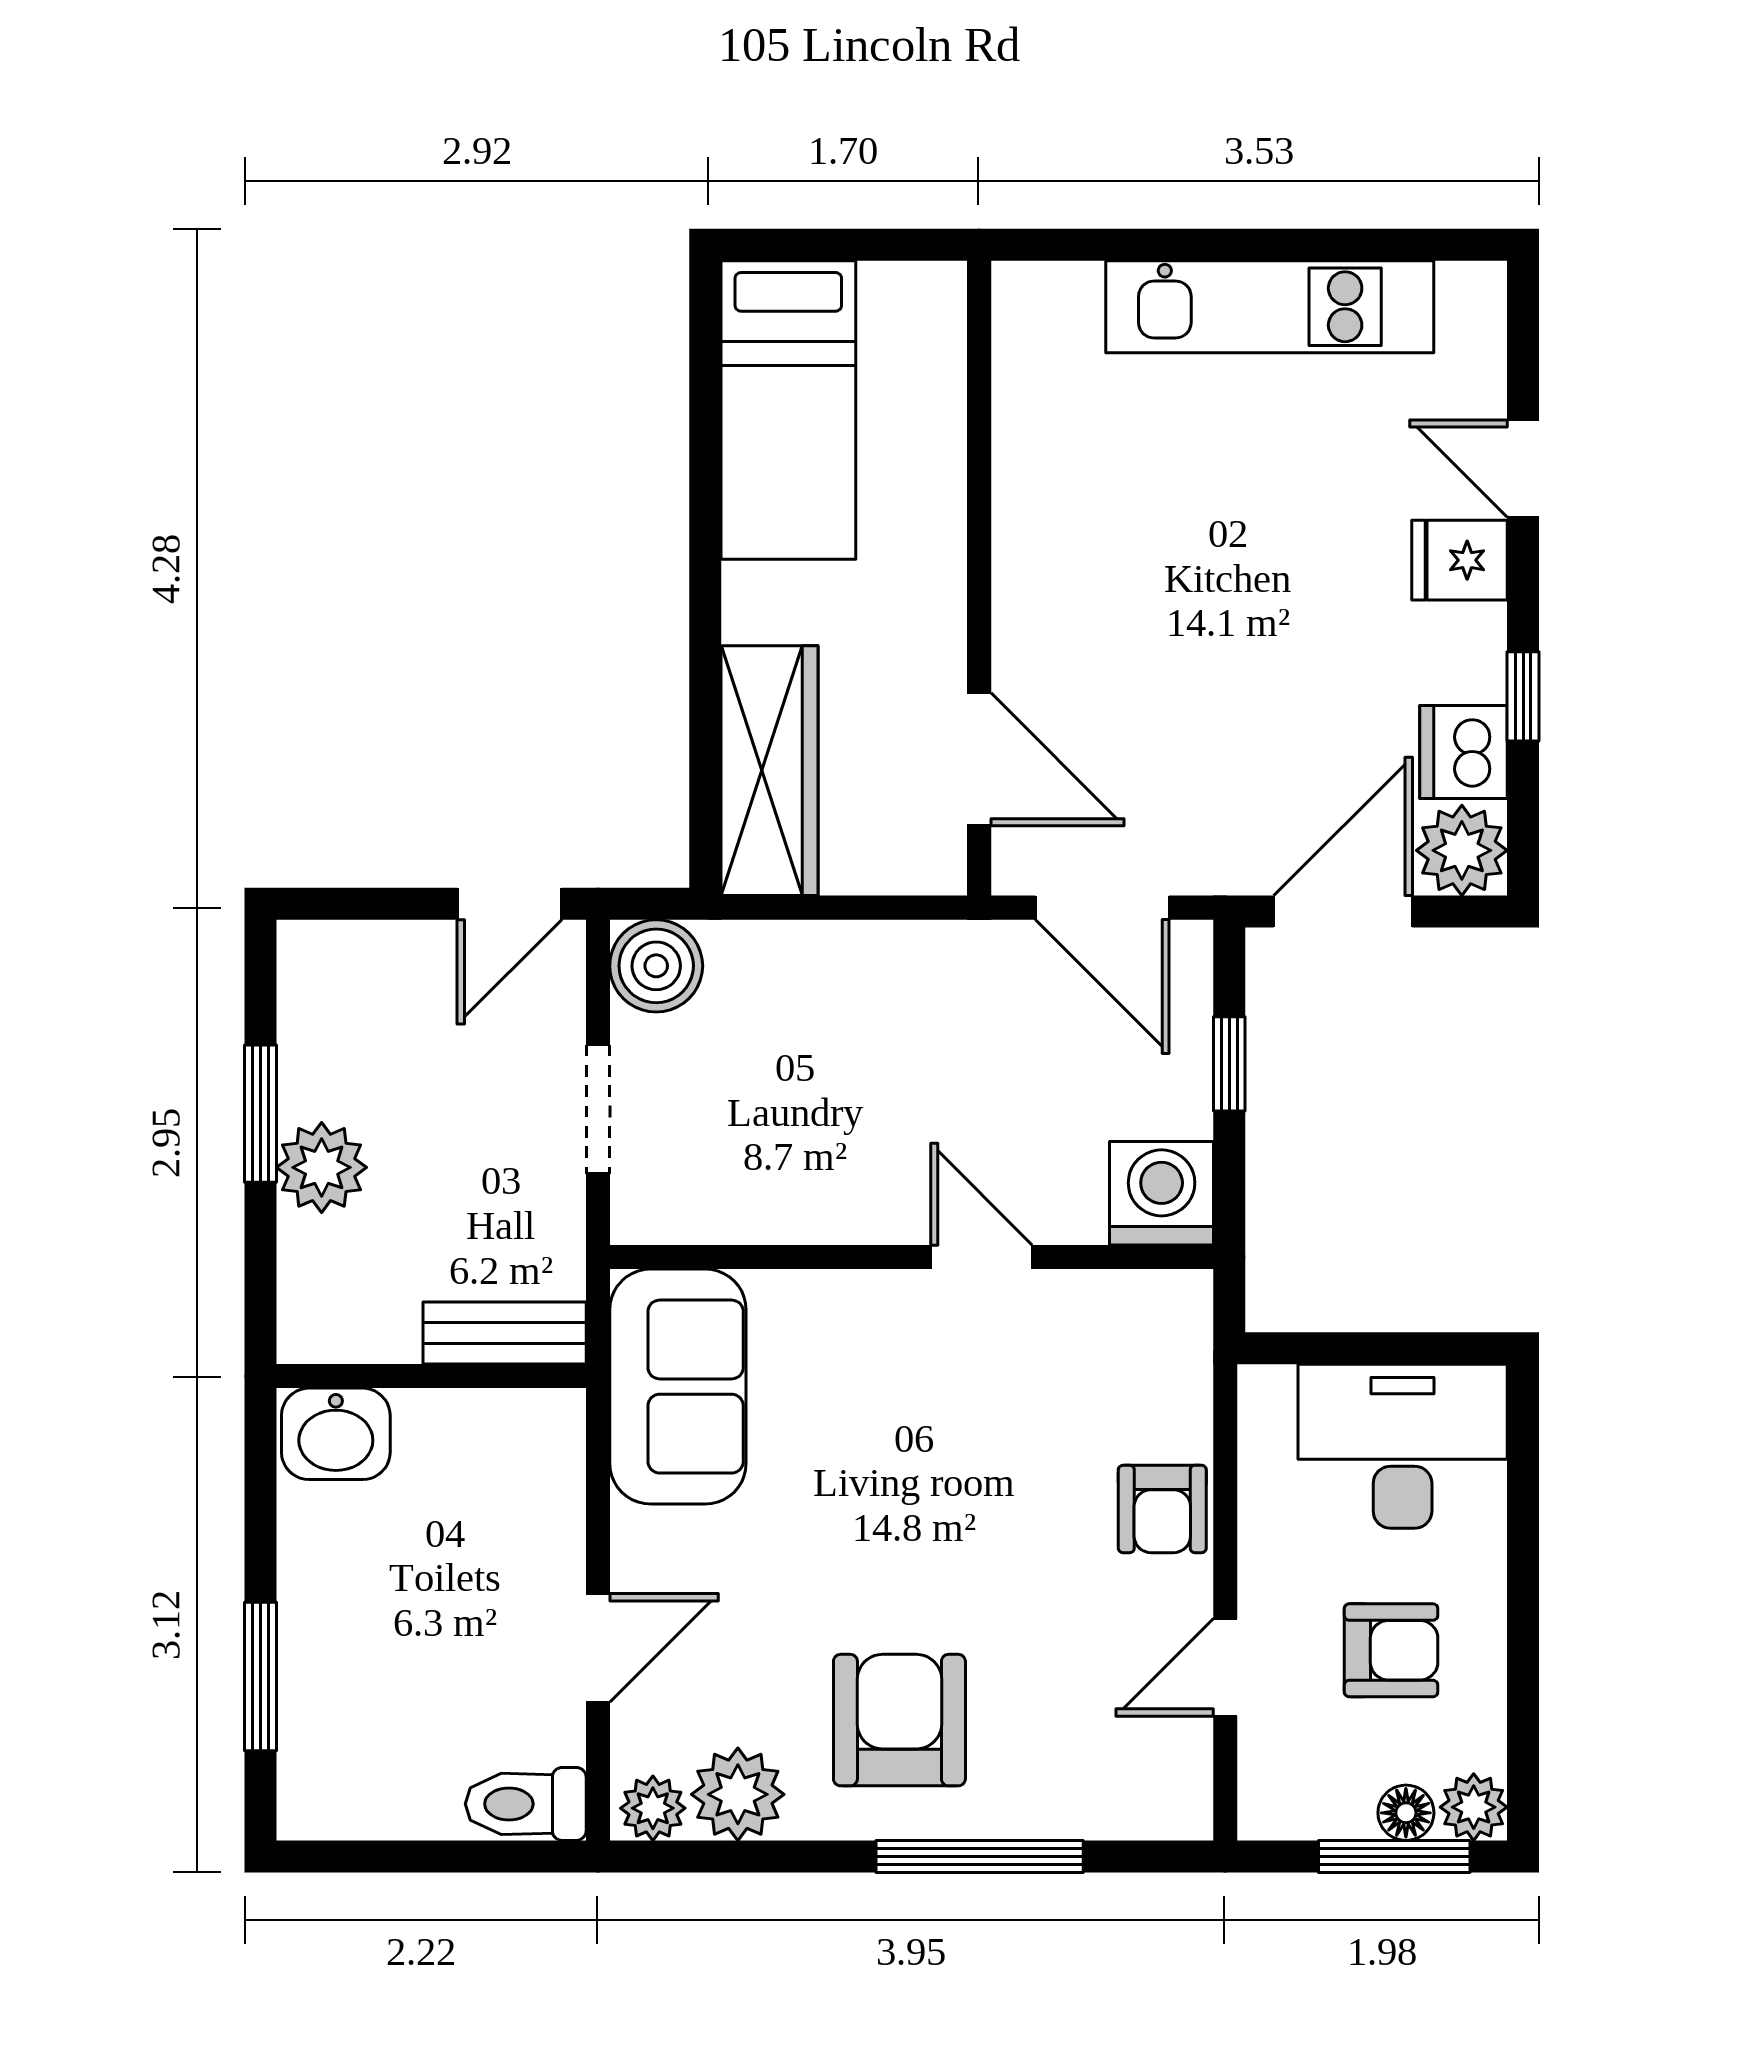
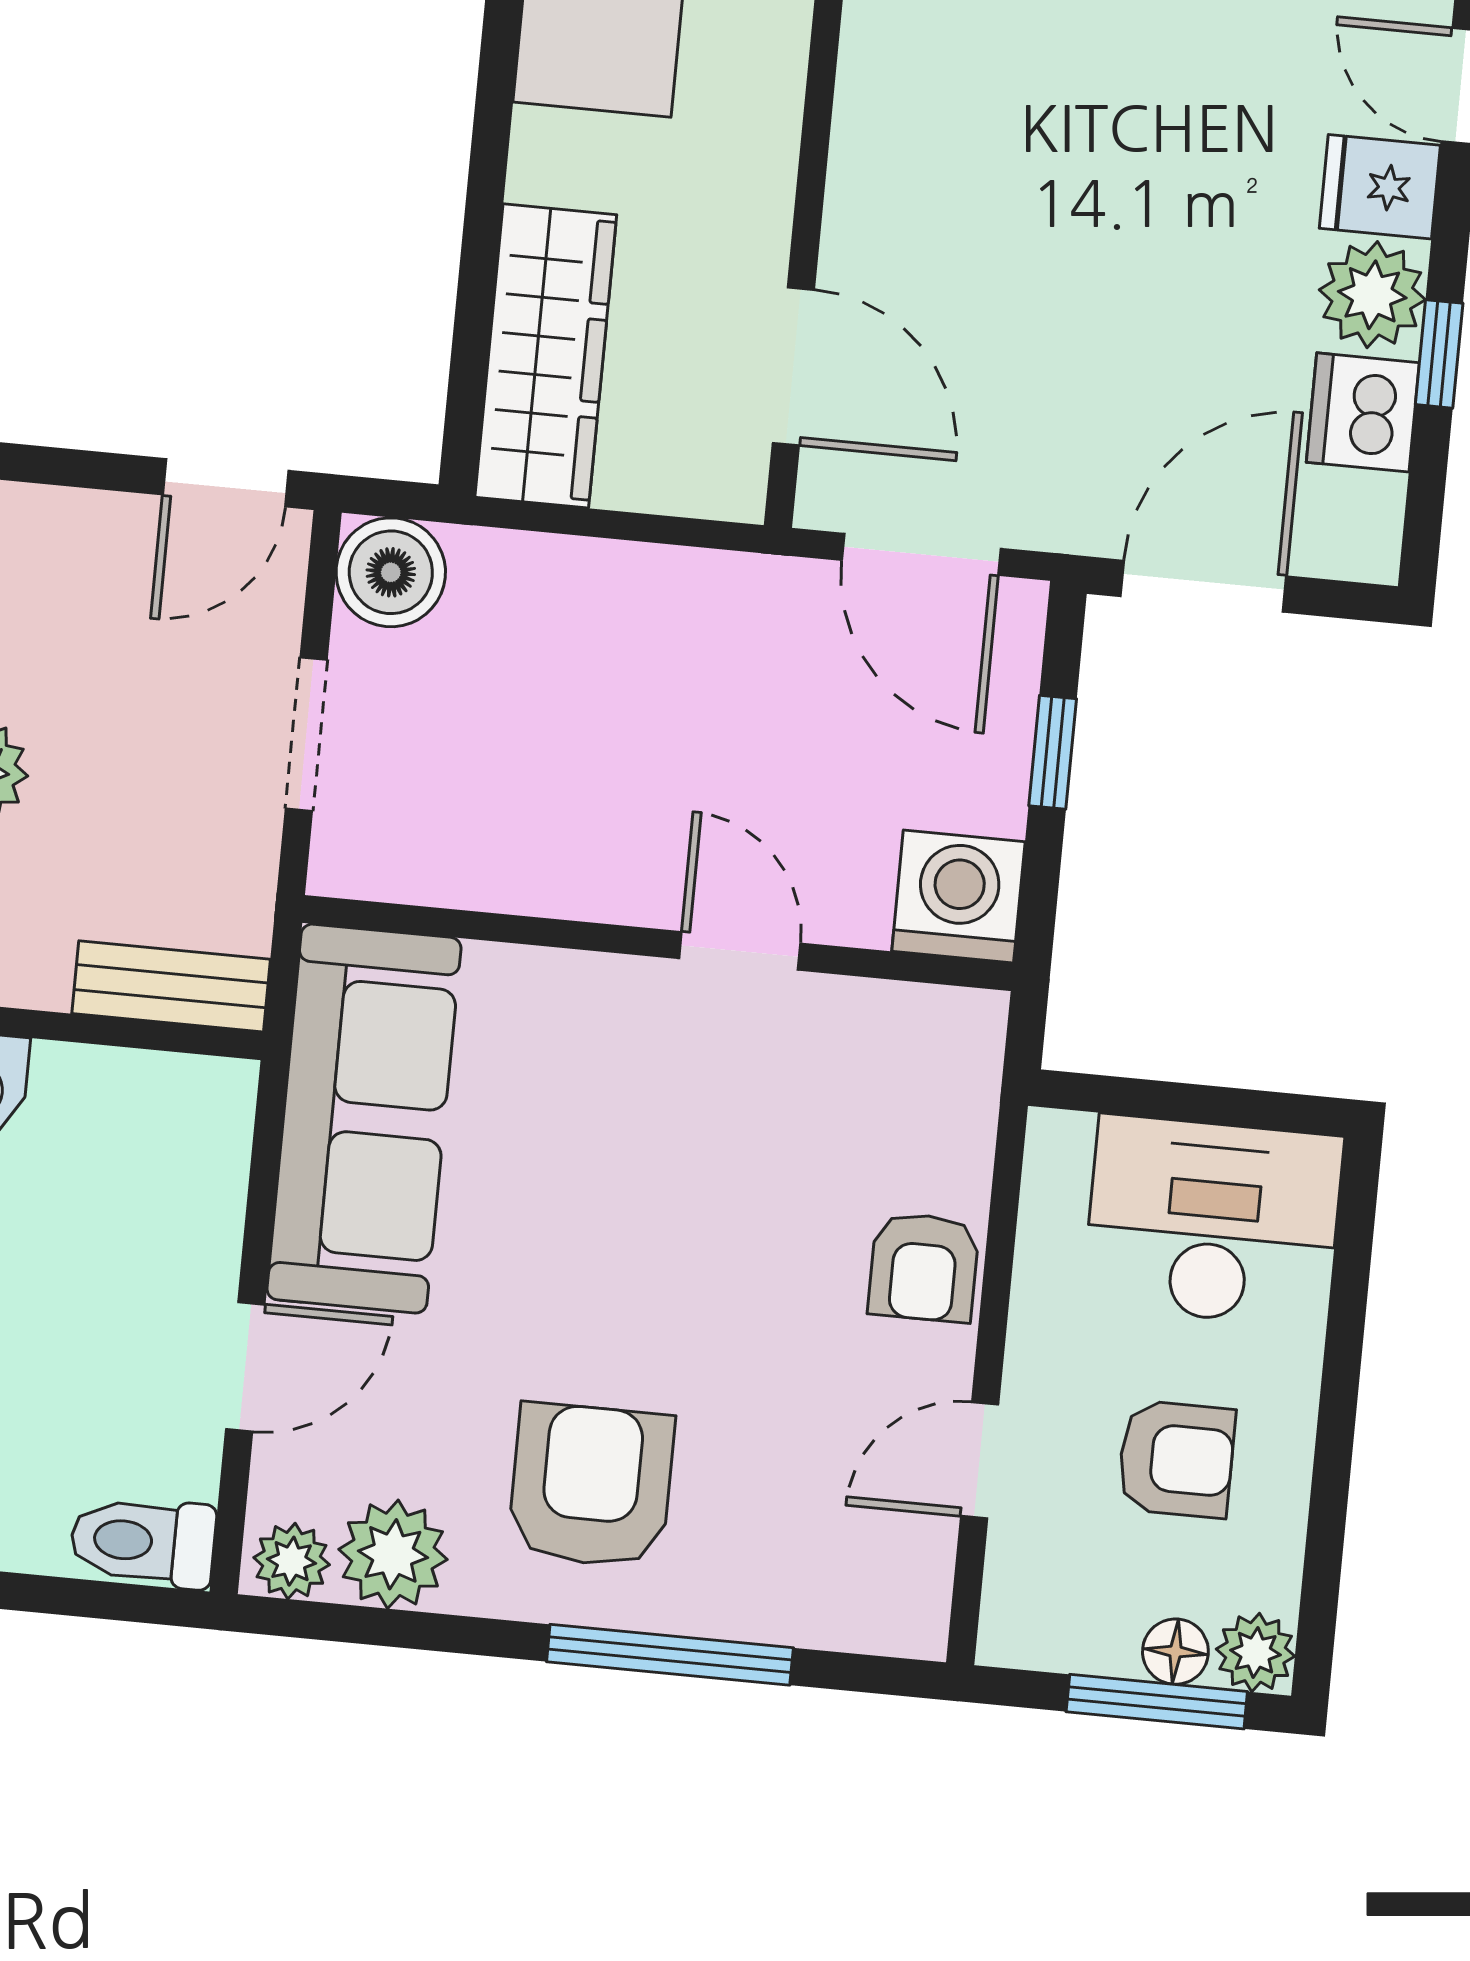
plant: (1462, 850) -> (1372, 295), moved
sofa: (678, 1387) -> (364, 1119), width x1.36

